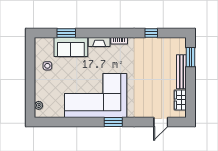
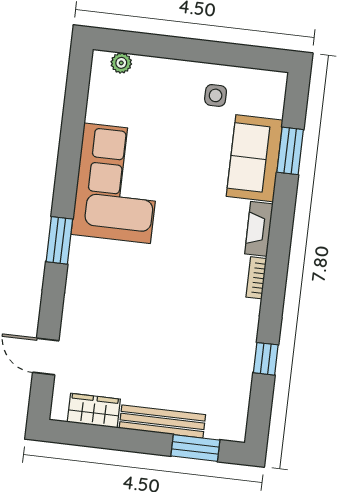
corner sofa: (96, 95) -> (117, 183), width x0.73, depth x0.74

